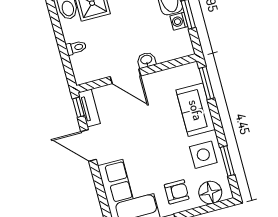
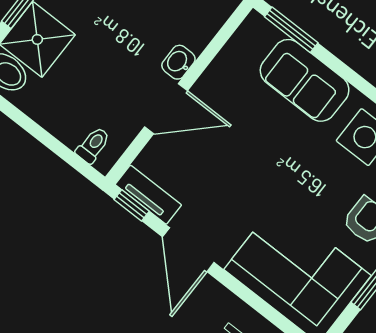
toilet: (76, 48) -> (93, 145), moved
door: (89, 145) -> (188, 250), hinge flipped

